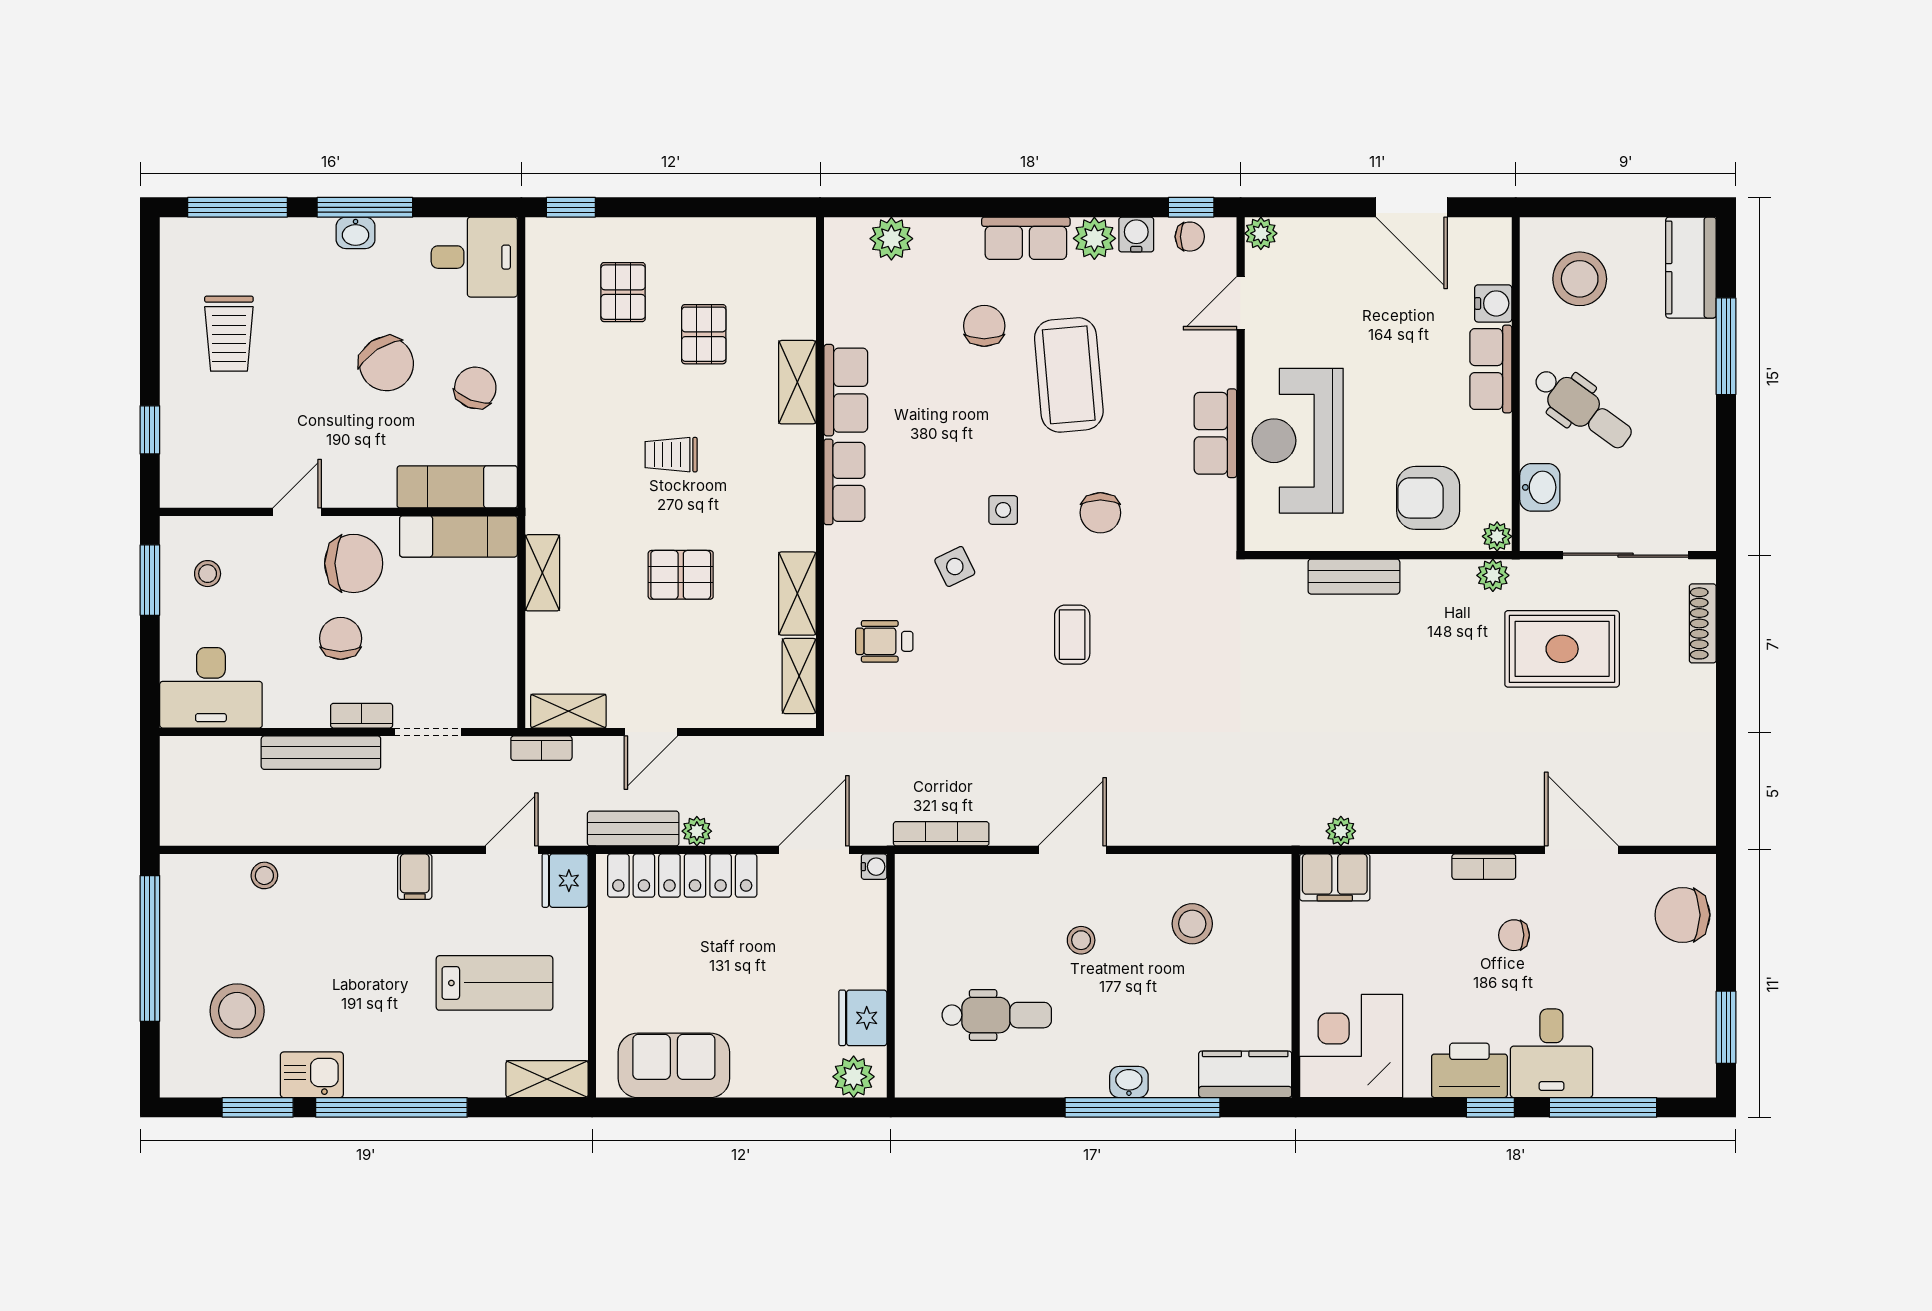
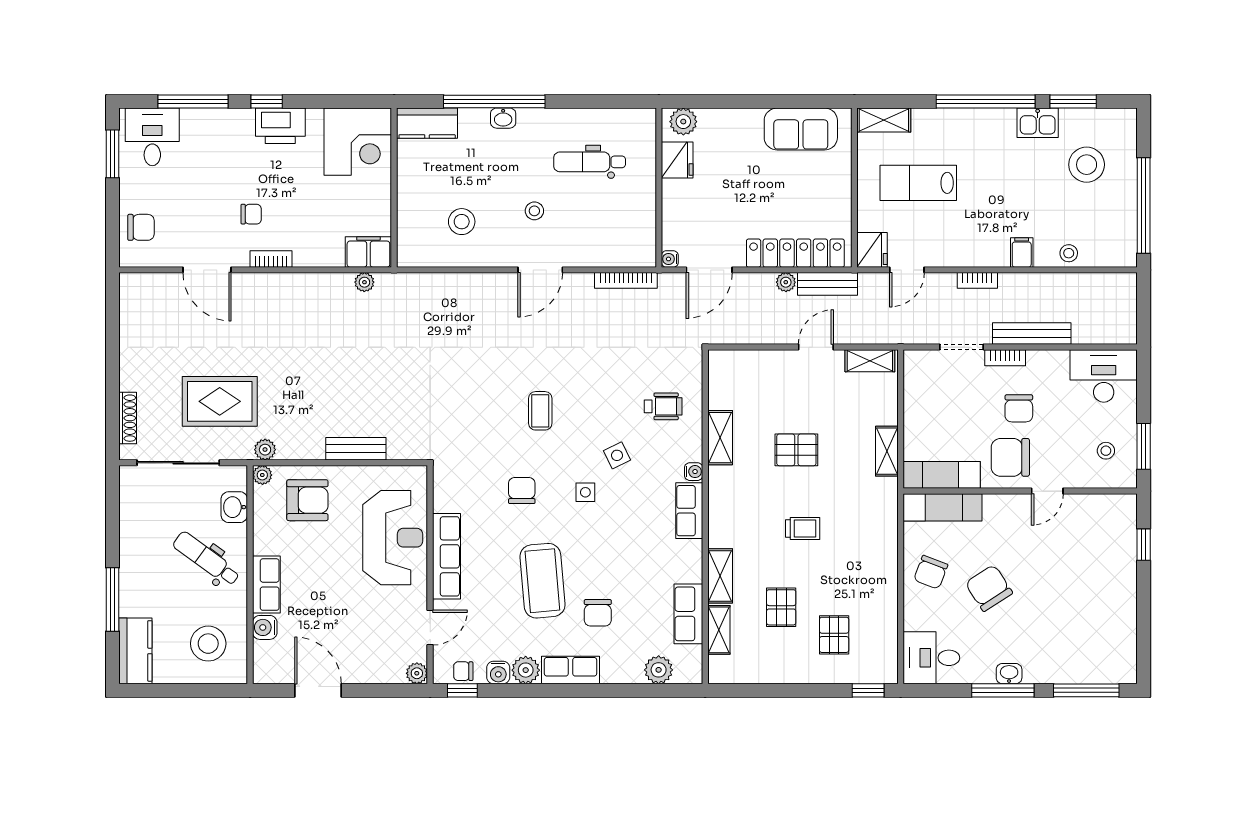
trolley: (229, 334) -> (1092, 608), removed
row of seats: (846, 390) -> (688, 614), moved
row of seats: (1215, 433) -> (446, 556), width x1.48
water cooler: (838, 542) -> (694, 472), added
shelving: (799, 676) -> (719, 630), moved
bookcase: (541, 748) -> (977, 280), moved, turned 180
filing cabinet: (415, 877) -> (1022, 252), moved
chair: (1682, 915) -> (141, 227), width x0.73, depth x0.73
desk: (1551, 1053) -> (152, 137), moved

